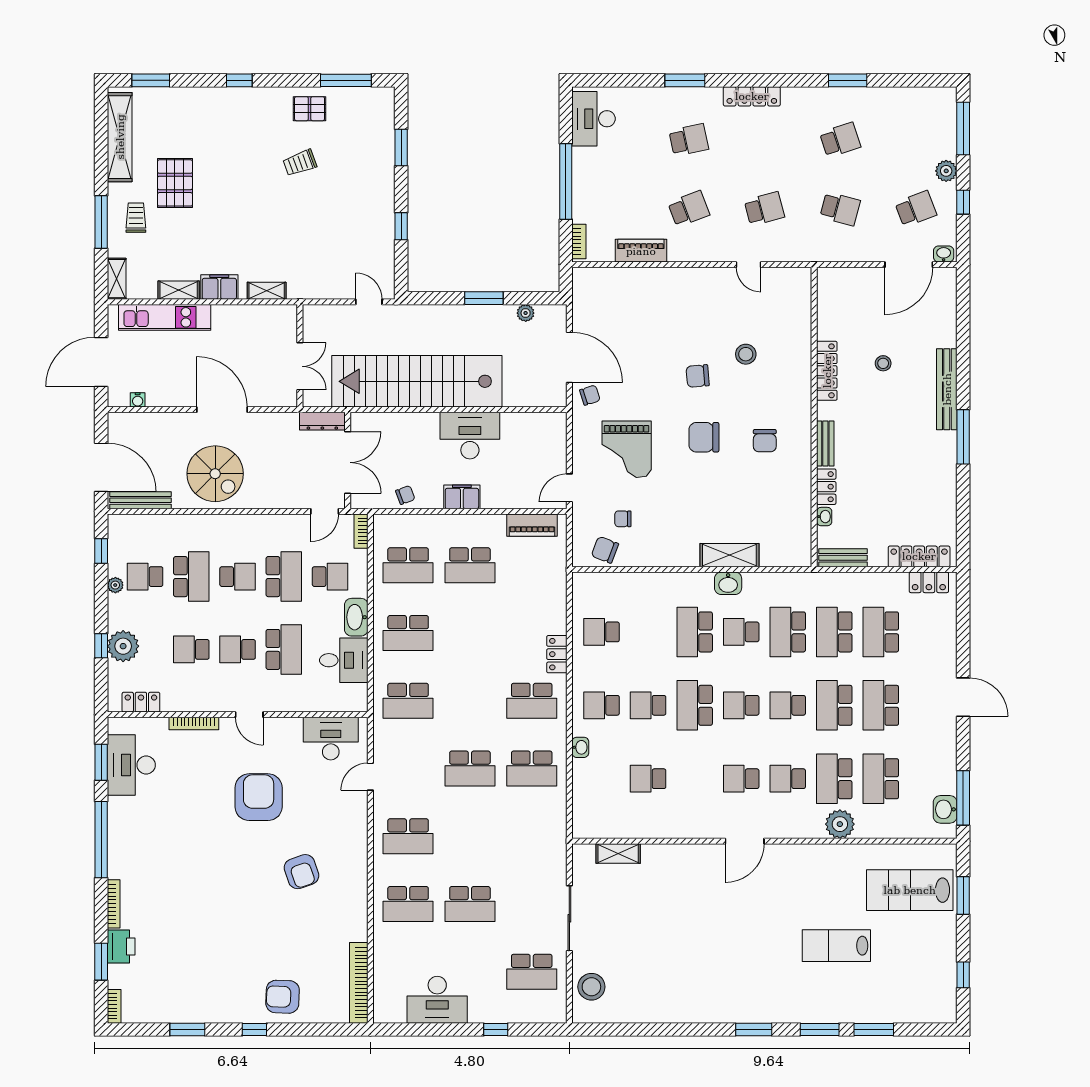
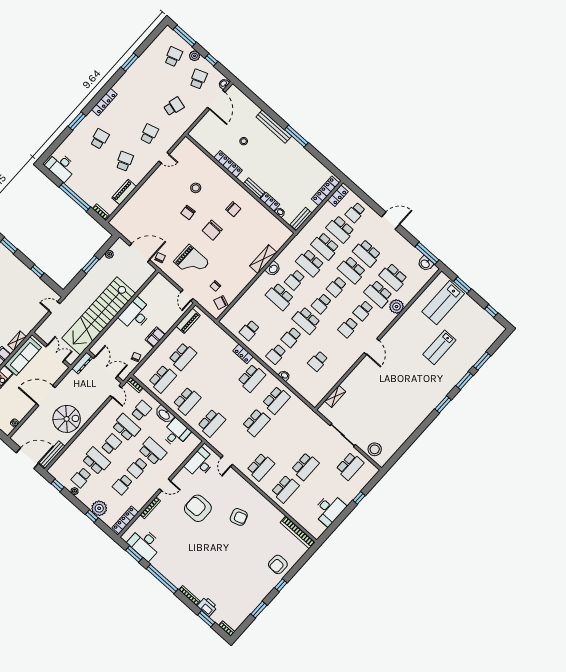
school desk: (840, 140) -> (173, 57), moved
sofa: (251, 321) -> (23, 356), added
school desk: (927, 632) -> (355, 212), added
locker: (141, 702) -> (125, 520), width x1.53

